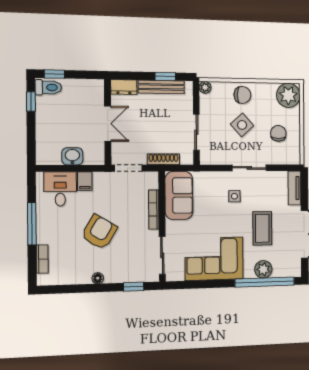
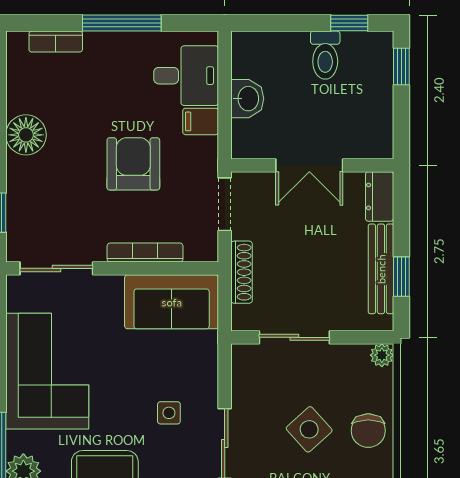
toilet: (48, 87) -> (325, 55), moved
armchair: (99, 232) -> (133, 164), moved, turned -121
floor lamp: (98, 278) -> (26, 135), width x1.89, depth x1.89

